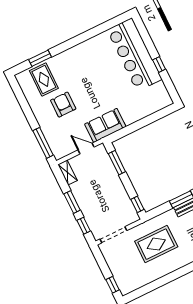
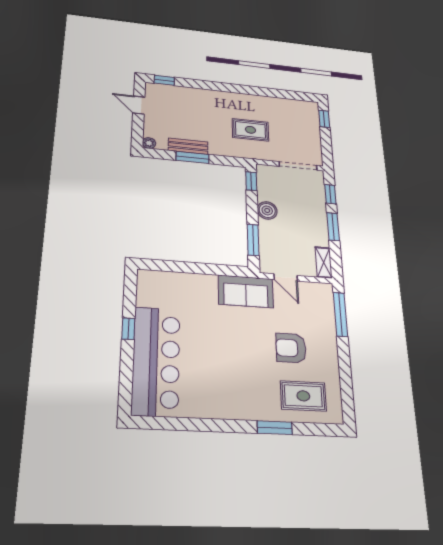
window: (40, 58) -> (275, 428), moved
rug: (44, 79) -> (303, 396), turned 90
armchair: (63, 105) -> (291, 348), turned 90
boiler: (118, 189) -> (267, 210), added
rug: (156, 244) -> (250, 130), width x0.73, depth x0.70

